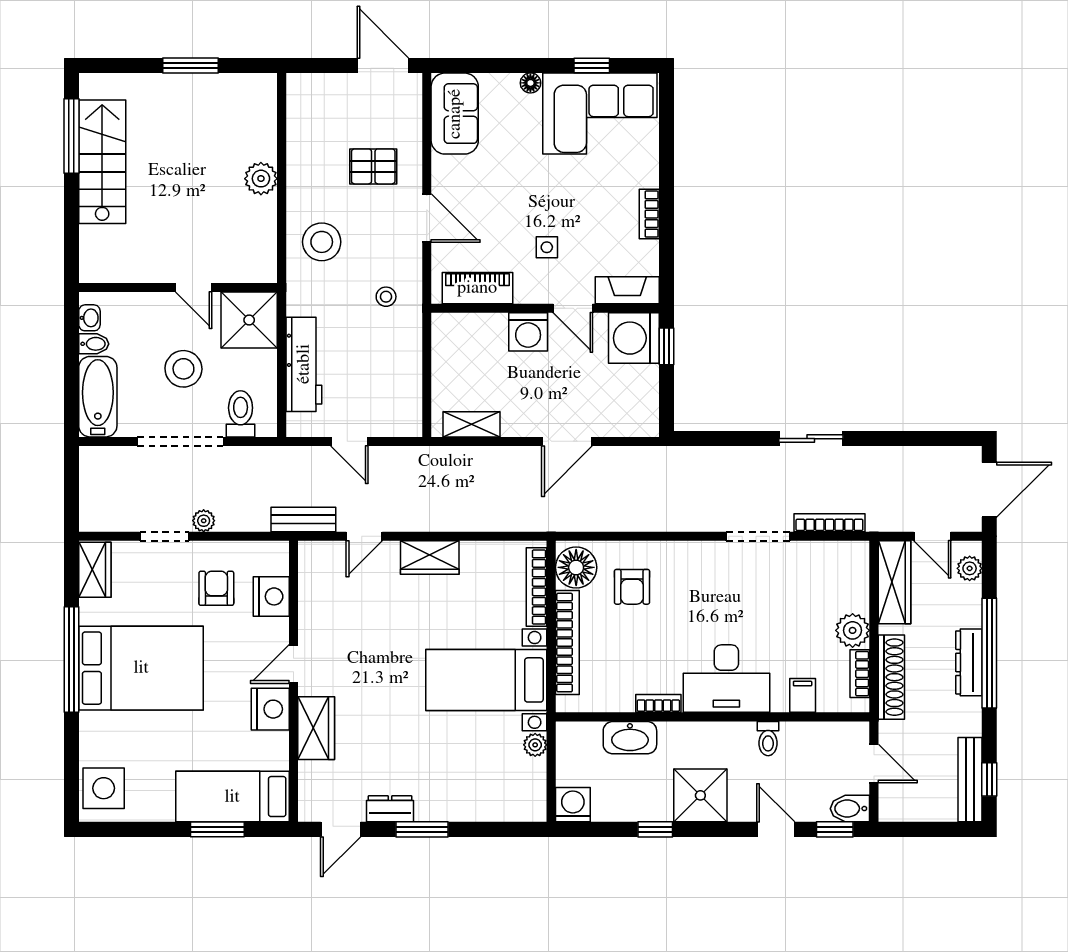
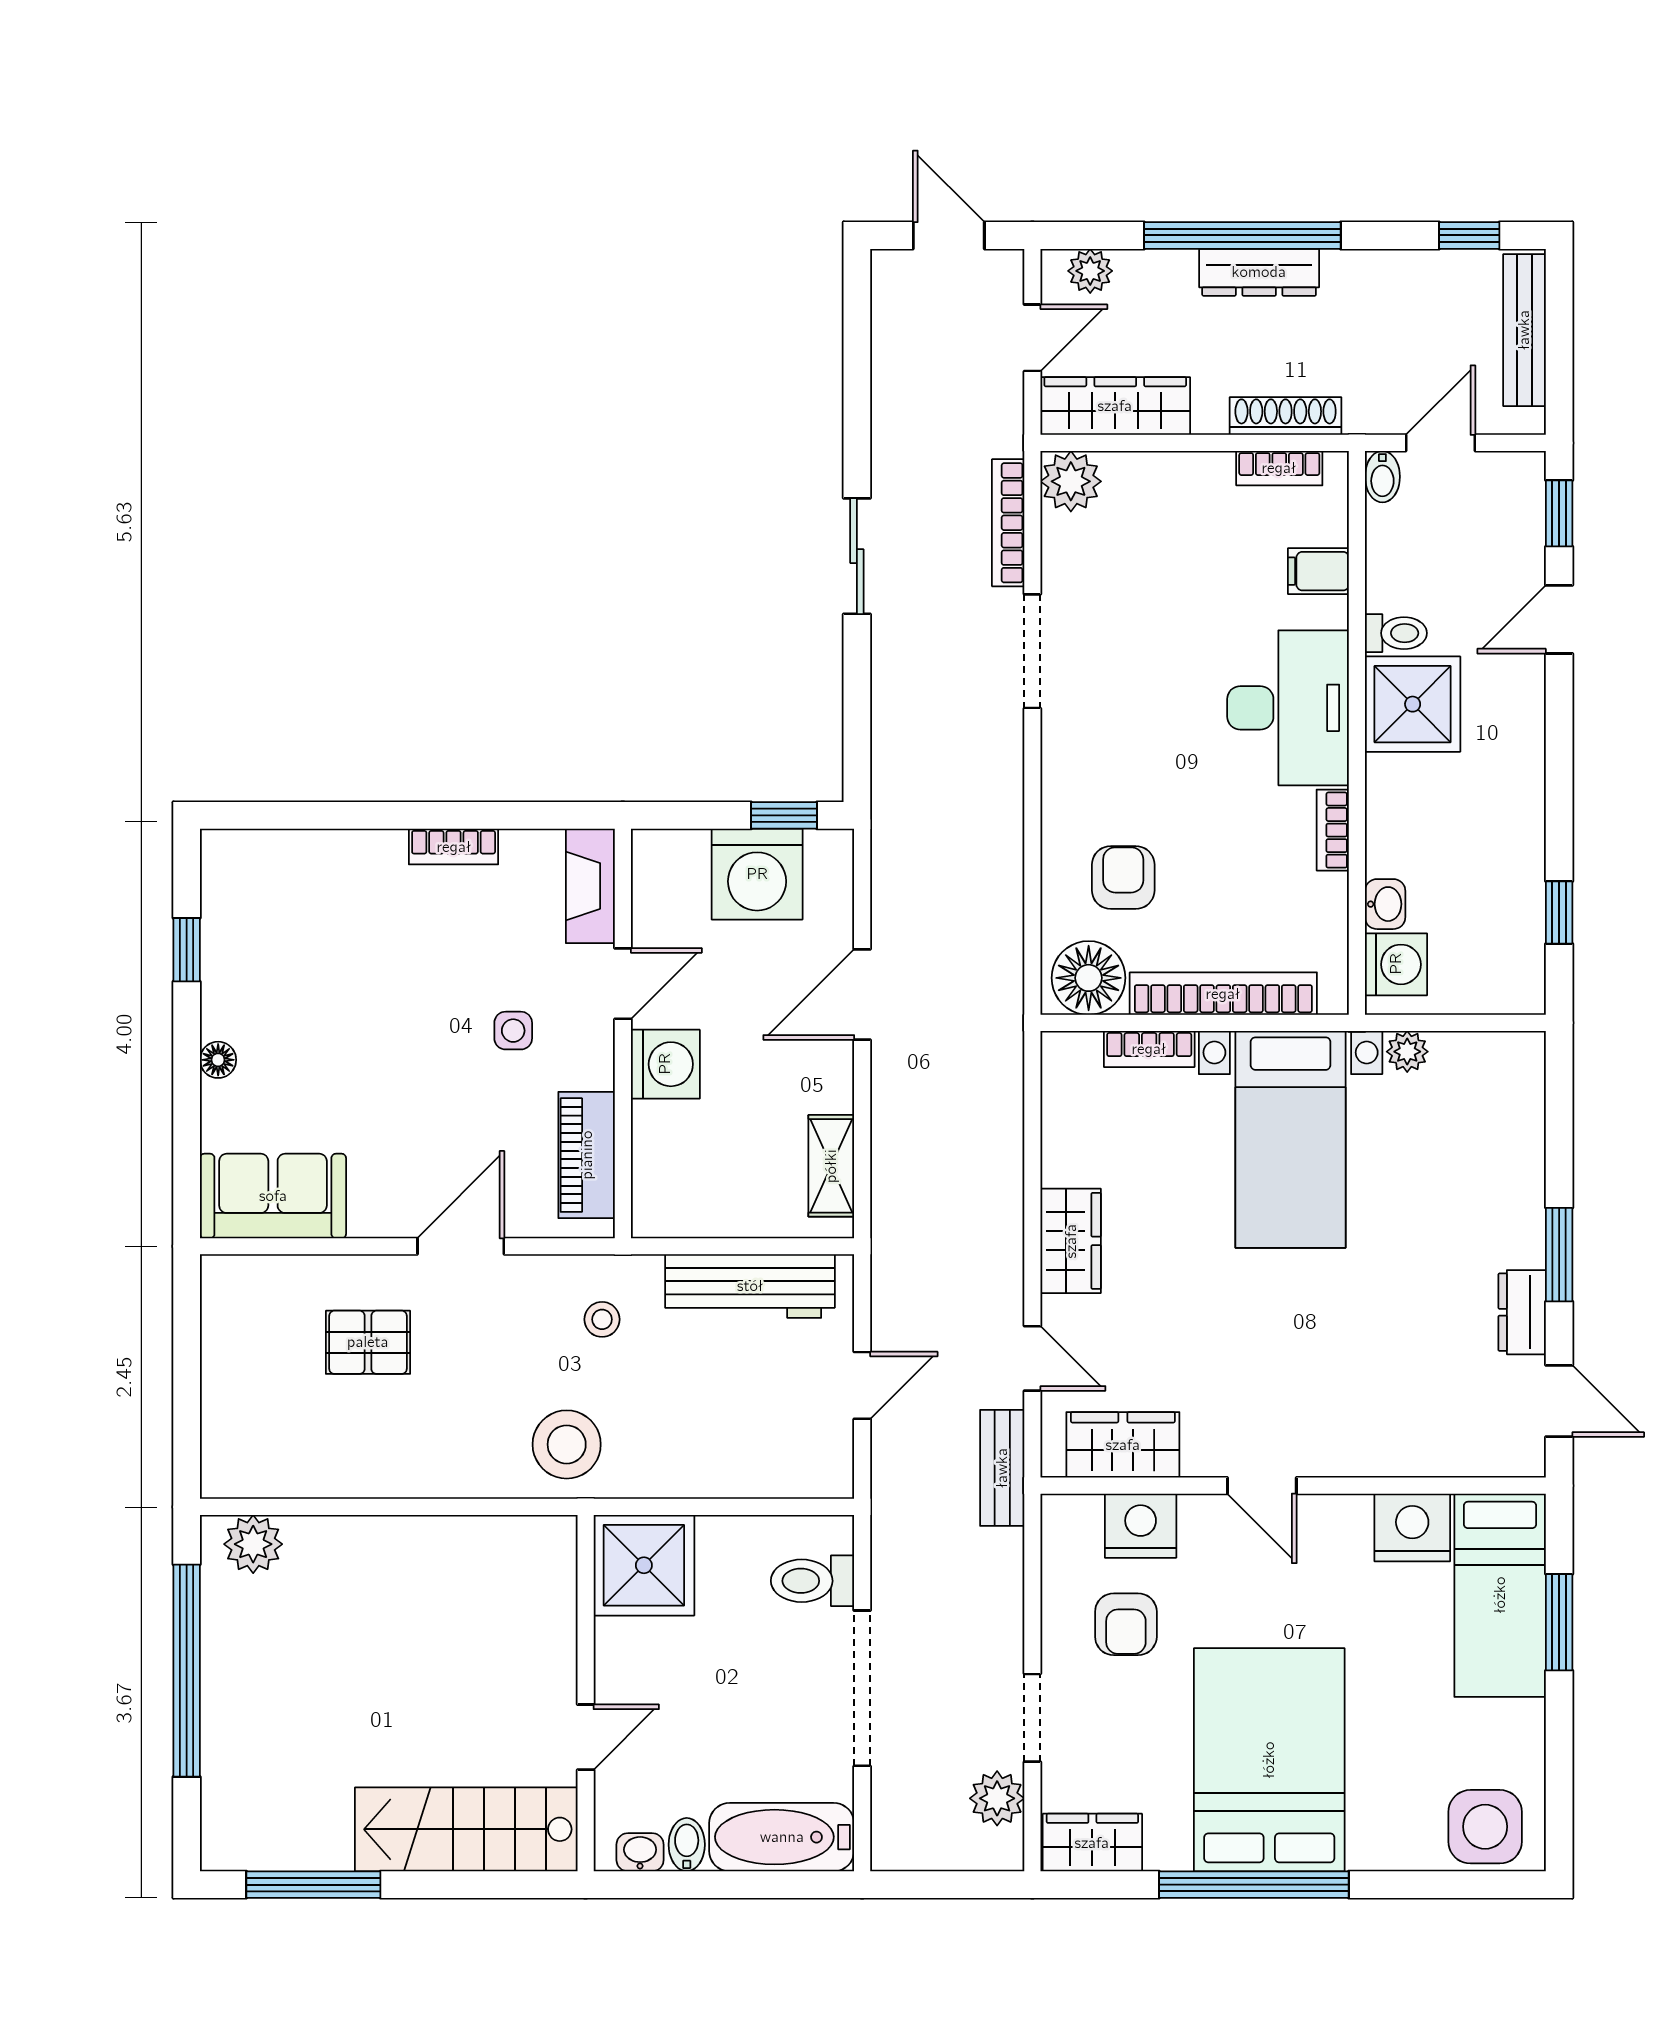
window: (190, 65) -> (187, 1671), width x2.11
door: (383, 65) -> (187, 1325), removed
corner sofa: (600, 114) -> (273, 935), removed
stairs: (102, 162) -> (466, 1829), moved
pallet: (373, 166) -> (368, 1342), turned 90
plant: (261, 179) -> (253, 1544), moved
stool: (322, 242) -> (567, 1444), moved
door: (194, 288) -> (586, 1737), moved
washing machine: (634, 338) -> (757, 874), moved
window: (667, 346) -> (784, 815), moved
workbench: (304, 364) -> (750, 1286), moved, turned 180
stool: (183, 369) -> (732, 1683), removed
door: (567, 441) -> (862, 994), swing flipped
door: (989, 490) -> (949, 235), width x0.73
plant: (204, 521) -> (997, 1798), moved, width x1.38, depth x1.38
bookcase: (537, 587) -> (1149, 1049), width x0.64
armchair: (632, 587) -> (1123, 877), turned -90
armchair: (216, 588) -> (1126, 1624), turned -90
plant: (853, 630) -> (1071, 481), moved
shoe rack: (891, 677) -> (1286, 416), width x0.74, depth x0.81
nightstand: (270, 709) -> (1412, 1527), moved
wardrobe: (316, 728) -> (1123, 1445), moved
washbasin: (630, 738) -> (1385, 904), width x0.52, depth x0.69
bench: (970, 780) -> (1524, 330), moved, turned 90
shower: (700, 795) -> (1413, 704), moved
washing machine: (573, 805) -> (1396, 964), moved, turned 180
bidet: (850, 809) -> (1382, 477), moved, width x0.72, depth x0.74
window: (655, 829) -> (1559, 913), moved

